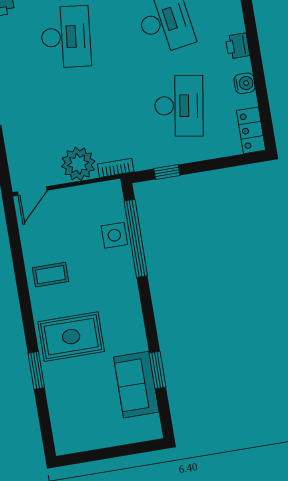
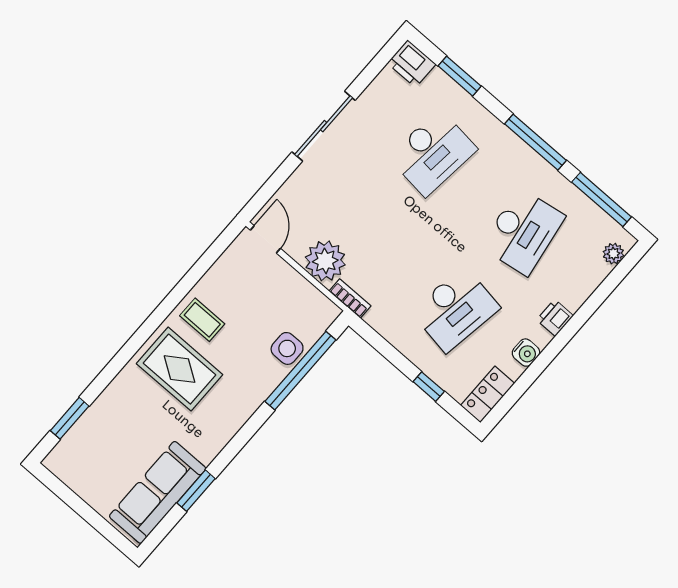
window: (167, 172) -> (429, 387), moved
door: (32, 191) -> (265, 239), swing flipped
rug: (71, 337) -> (180, 369), moved
window: (36, 370) -> (70, 418), moved
sofa: (136, 385) -> (158, 492), width x1.36

